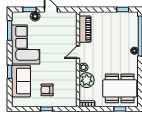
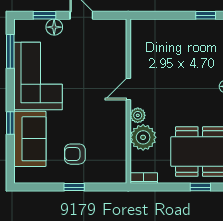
piano: (85, 29) -> (140, 49), removed

